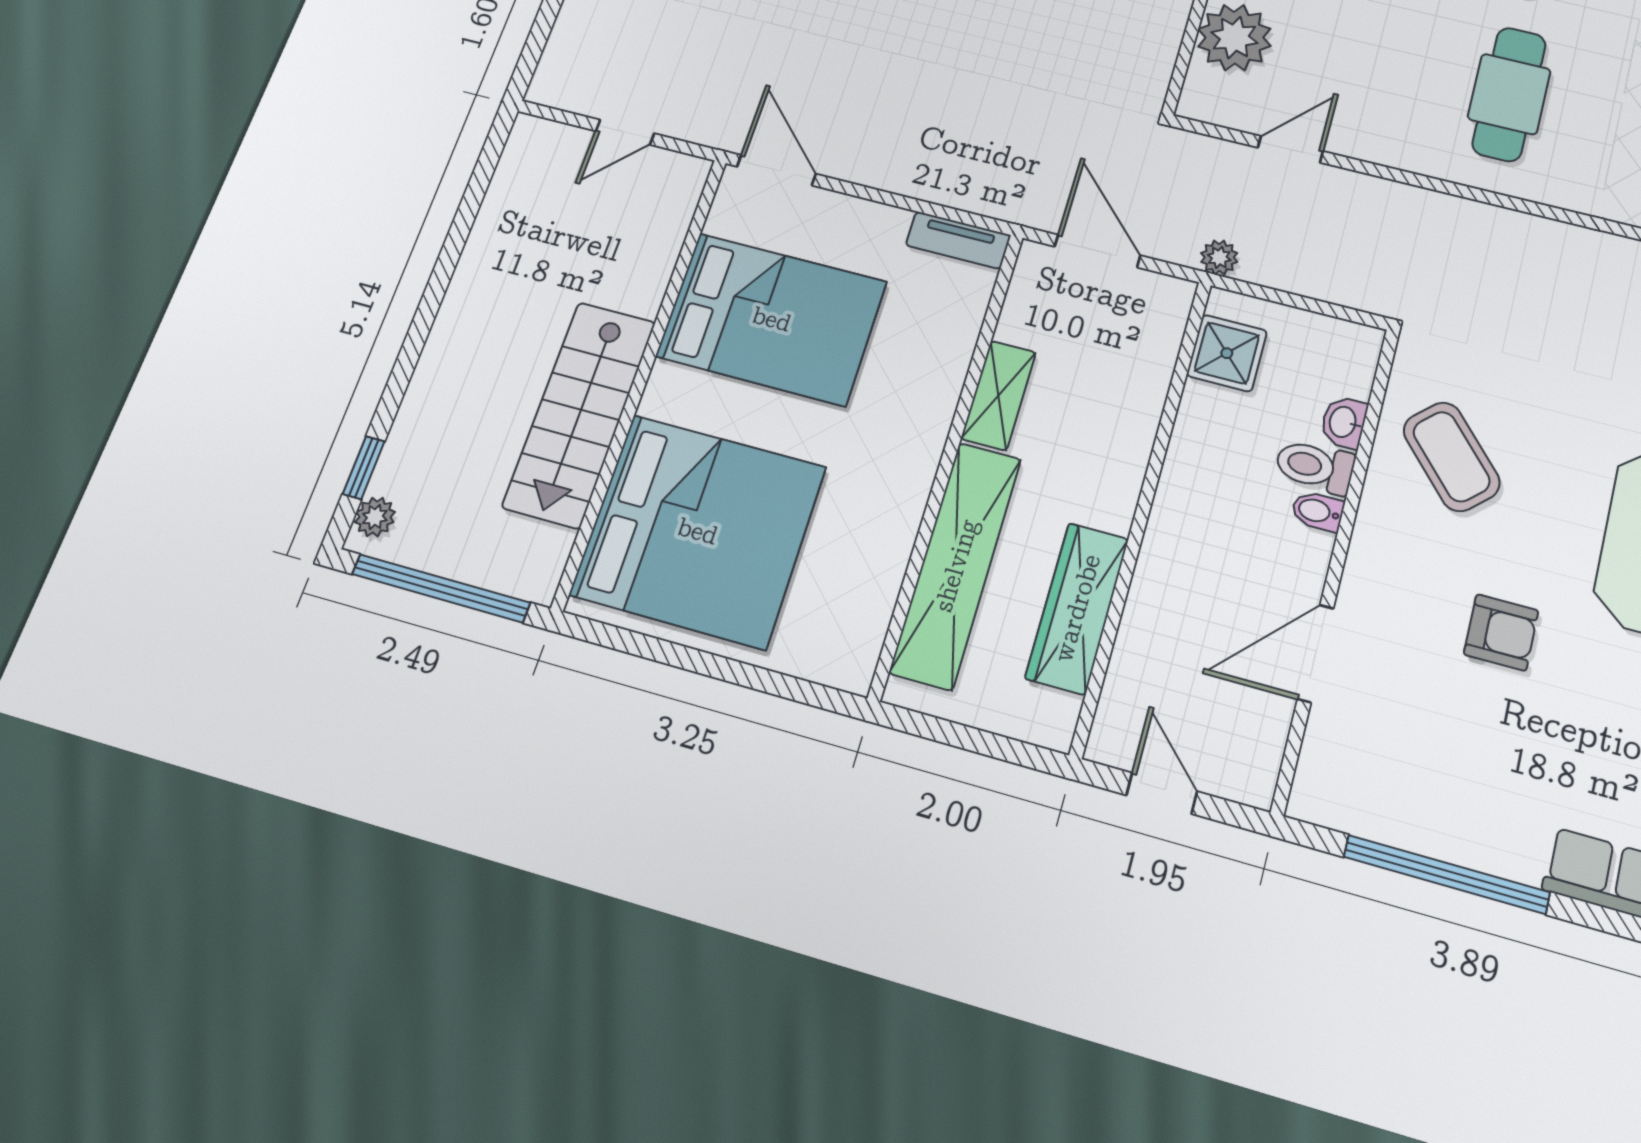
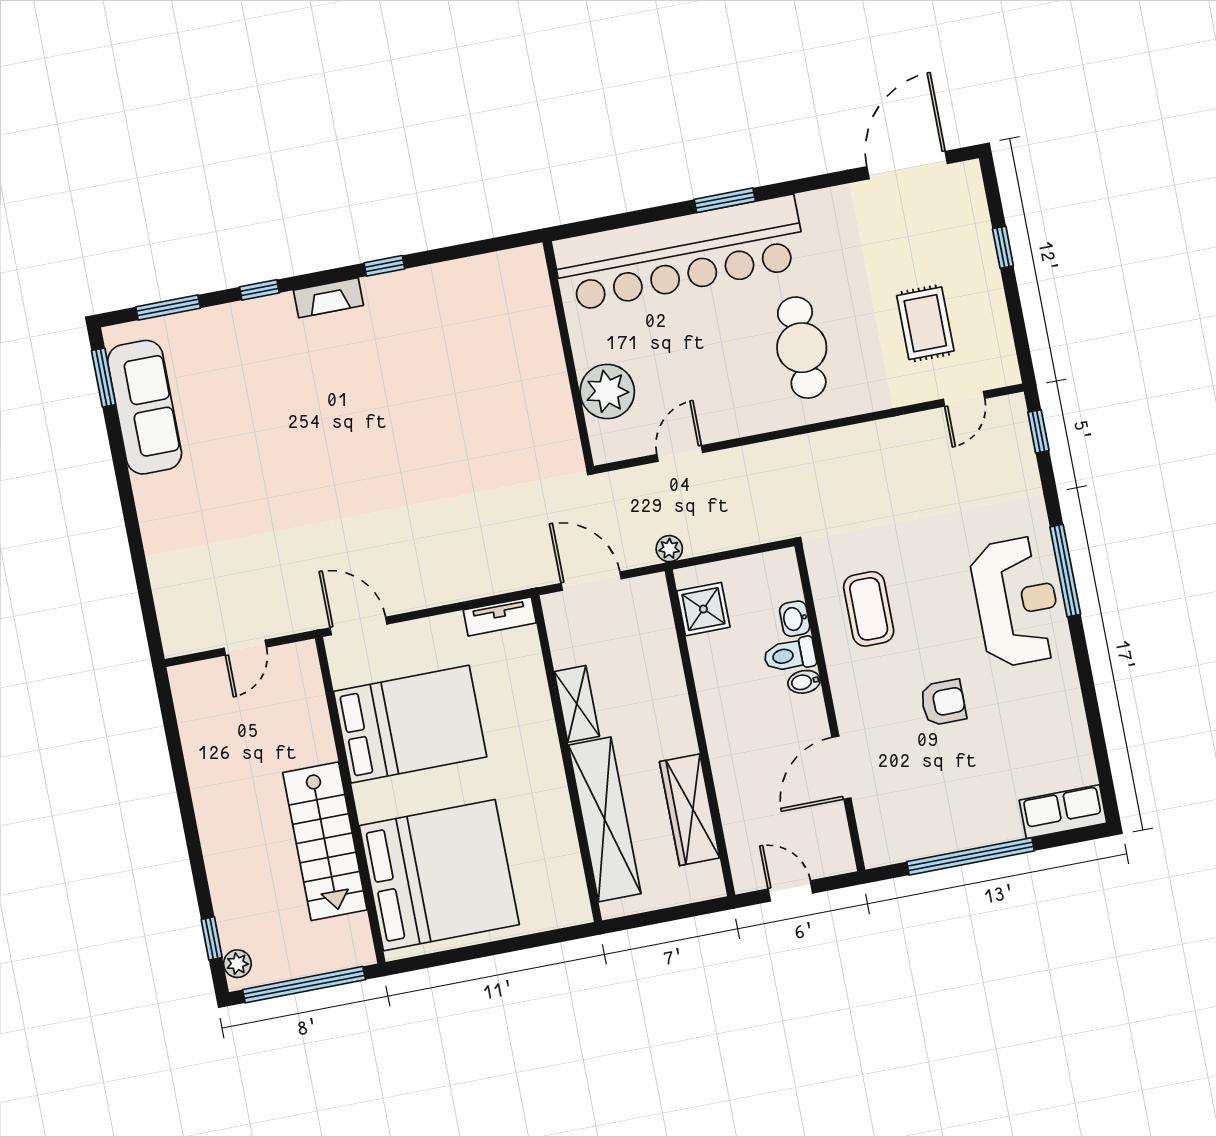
coffee table: (1451, 457) -> (869, 609), turned 43

